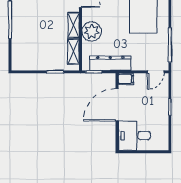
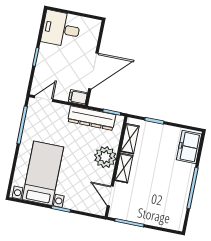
freezer: (20, 55) -> (189, 147), added
desk: (134, 136) -> (61, 29), moved, turned 180

